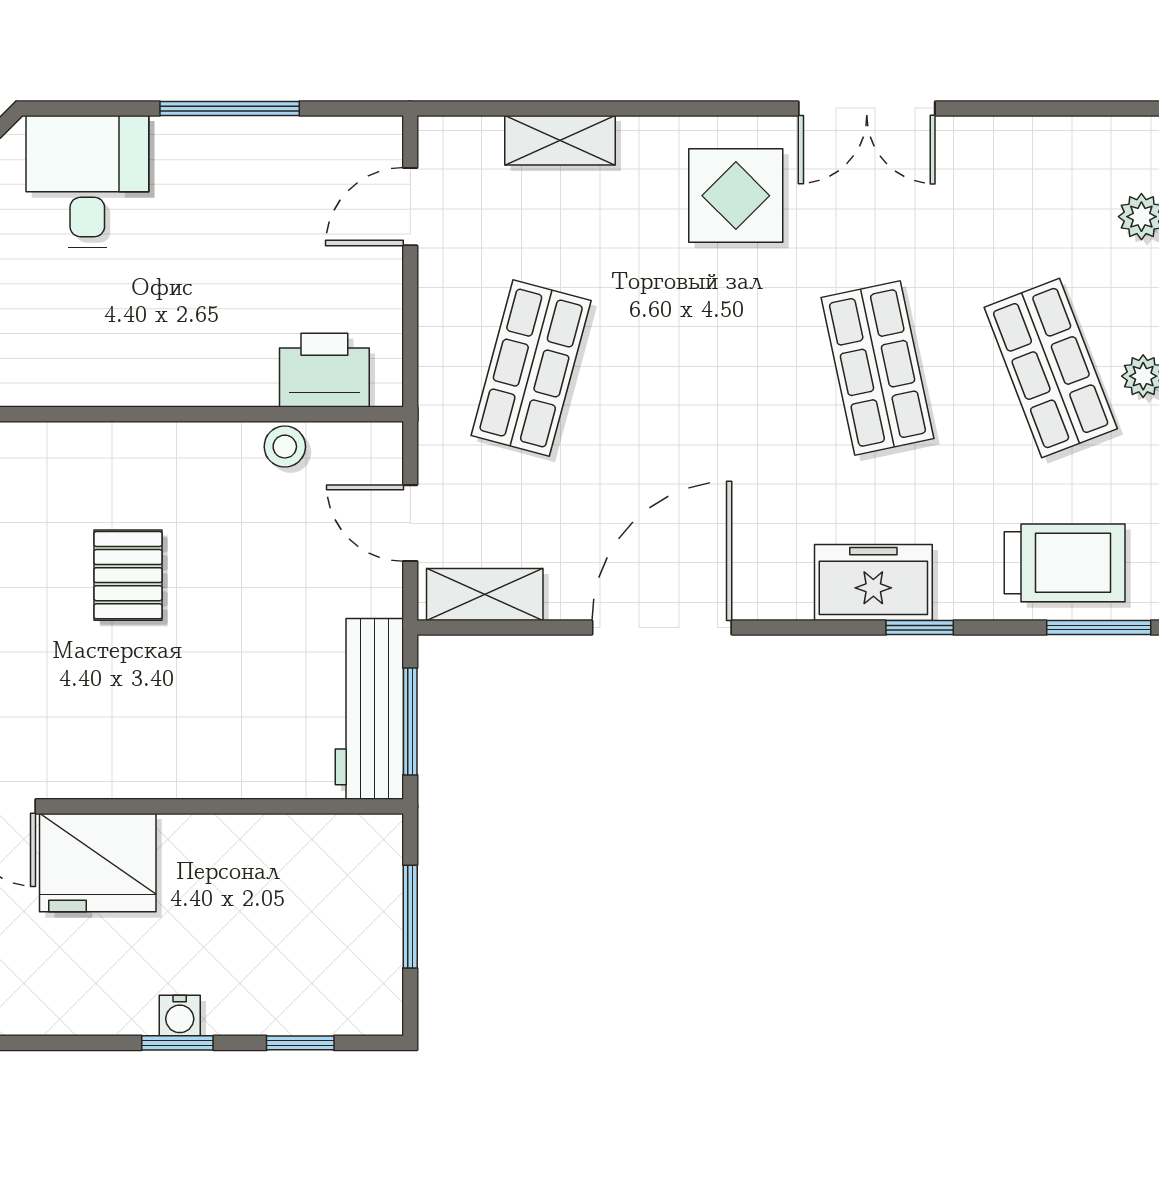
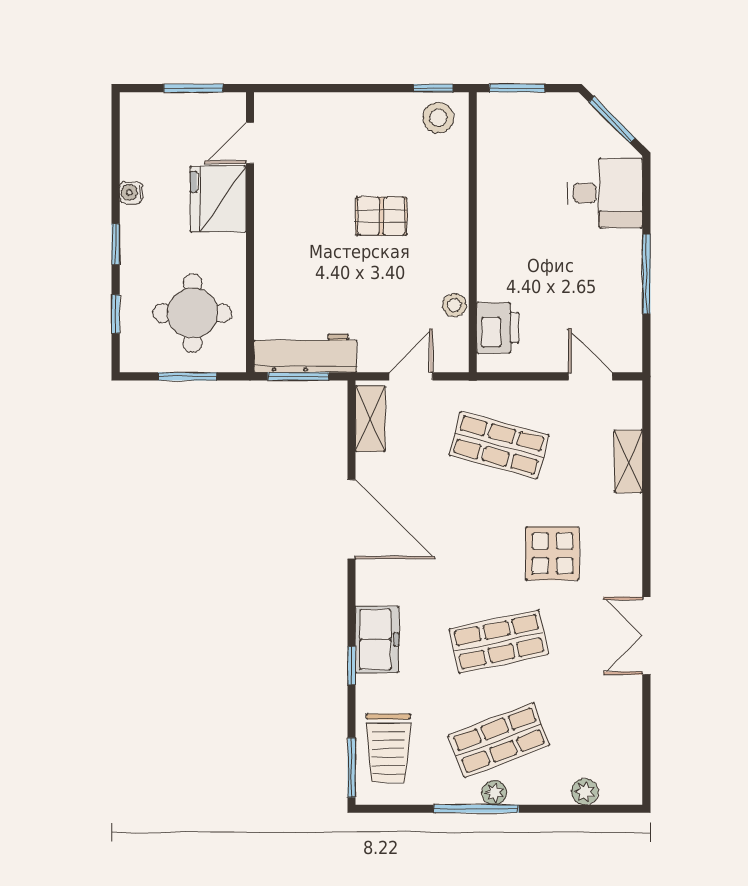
display table: (736, 196) -> (552, 553), moved
round table: (299, 908) -> (192, 313), added
water cooler: (180, 1016) -> (131, 193), moved

